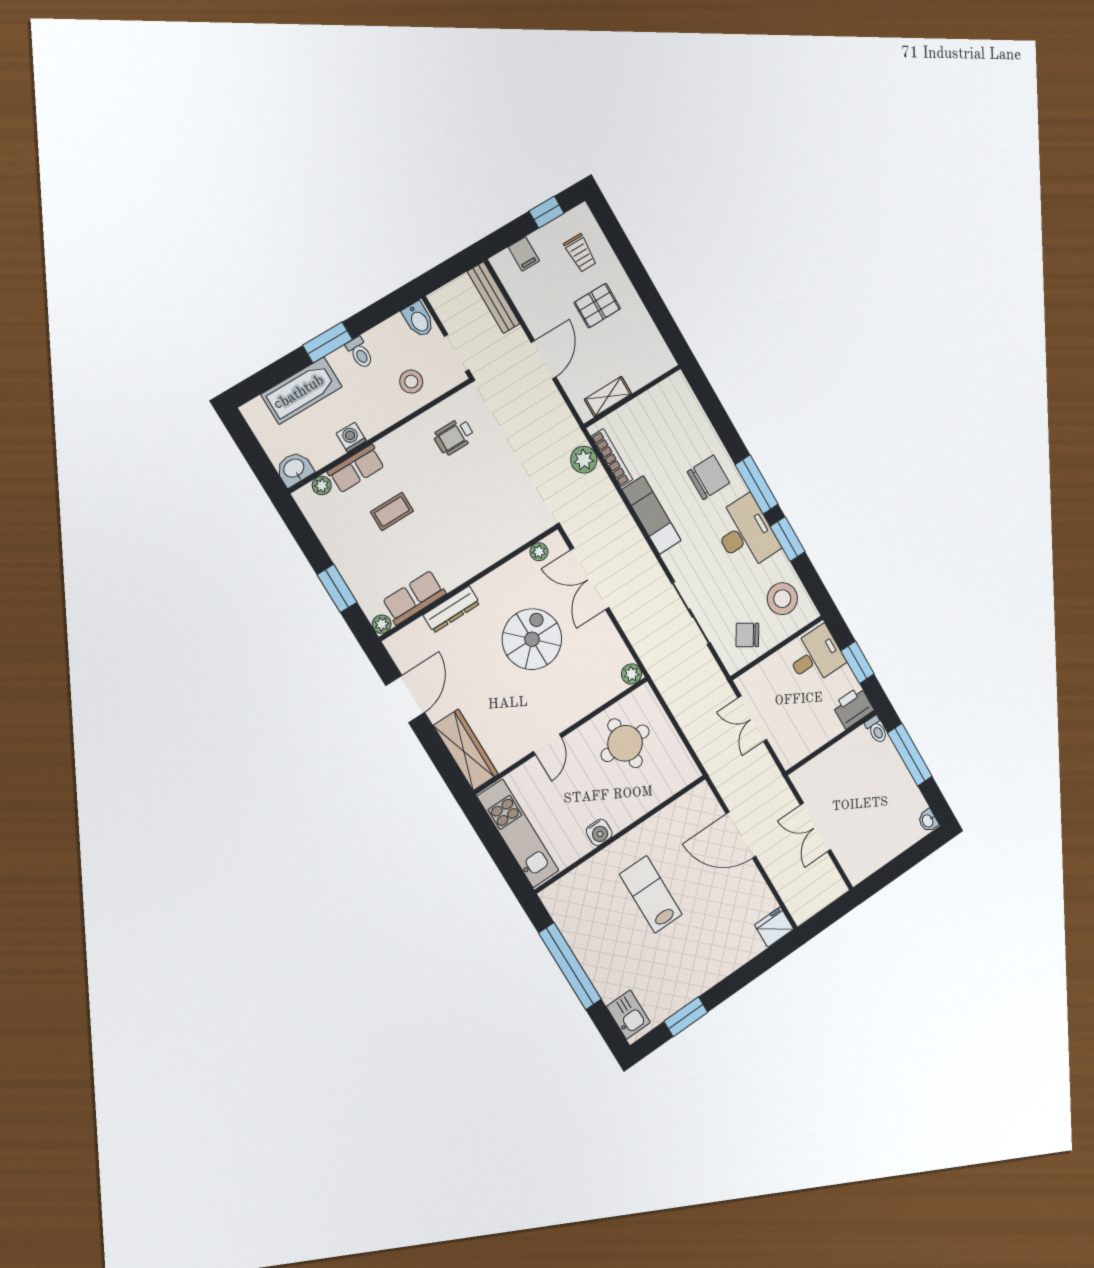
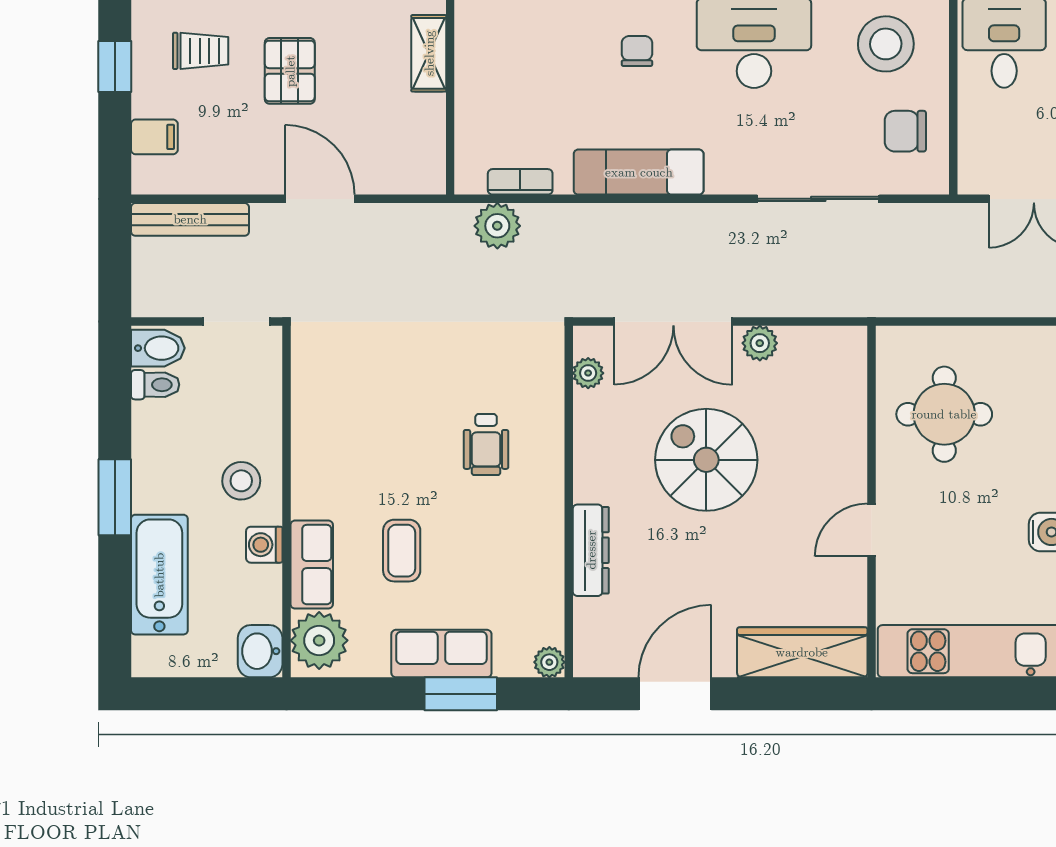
toilet: (360, 353) -> (155, 385), moved
stool: (411, 382) -> (241, 481), moved
shelving: (608, 397) -> (429, 53), moved
wheelchair: (454, 436) -> (486, 444), moved
bookcase: (612, 458) -> (520, 182), width x0.64
chair: (708, 477) -> (637, 51), width x0.54, depth x0.54
plant: (322, 485) -> (319, 640), width x1.88, depth x1.88
row of seats: (414, 598) -> (441, 654), moved, turned 90
chair: (747, 635) -> (905, 131), turned 58
plant: (631, 674) -> (760, 343), moved
door: (405, 699) -> (675, 694), hinge flipped
door: (547, 745) -> (871, 530), swing flipped

